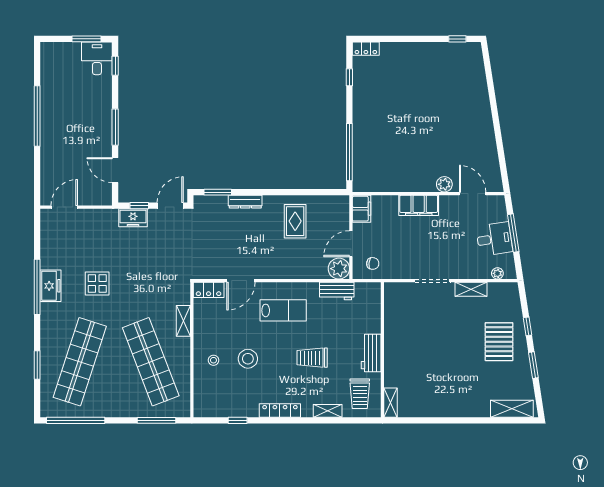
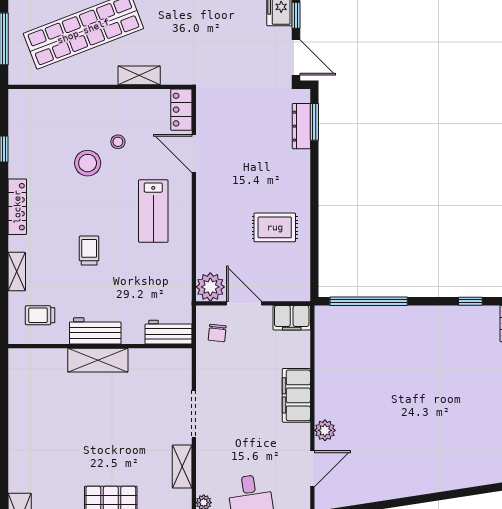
dresser: (245, 202) -> (301, 126), moved
workbench: (337, 291) -> (168, 332), moved, turned 90
trolley: (312, 358) -> (89, 250), width x0.73, depth x0.72
stool: (213, 360) -> (118, 142), moved
trolley: (360, 394) -> (40, 315), width x0.73, depth x0.72
shelving: (391, 403) -> (98, 360), moved, width x1.50, depth x1.33

